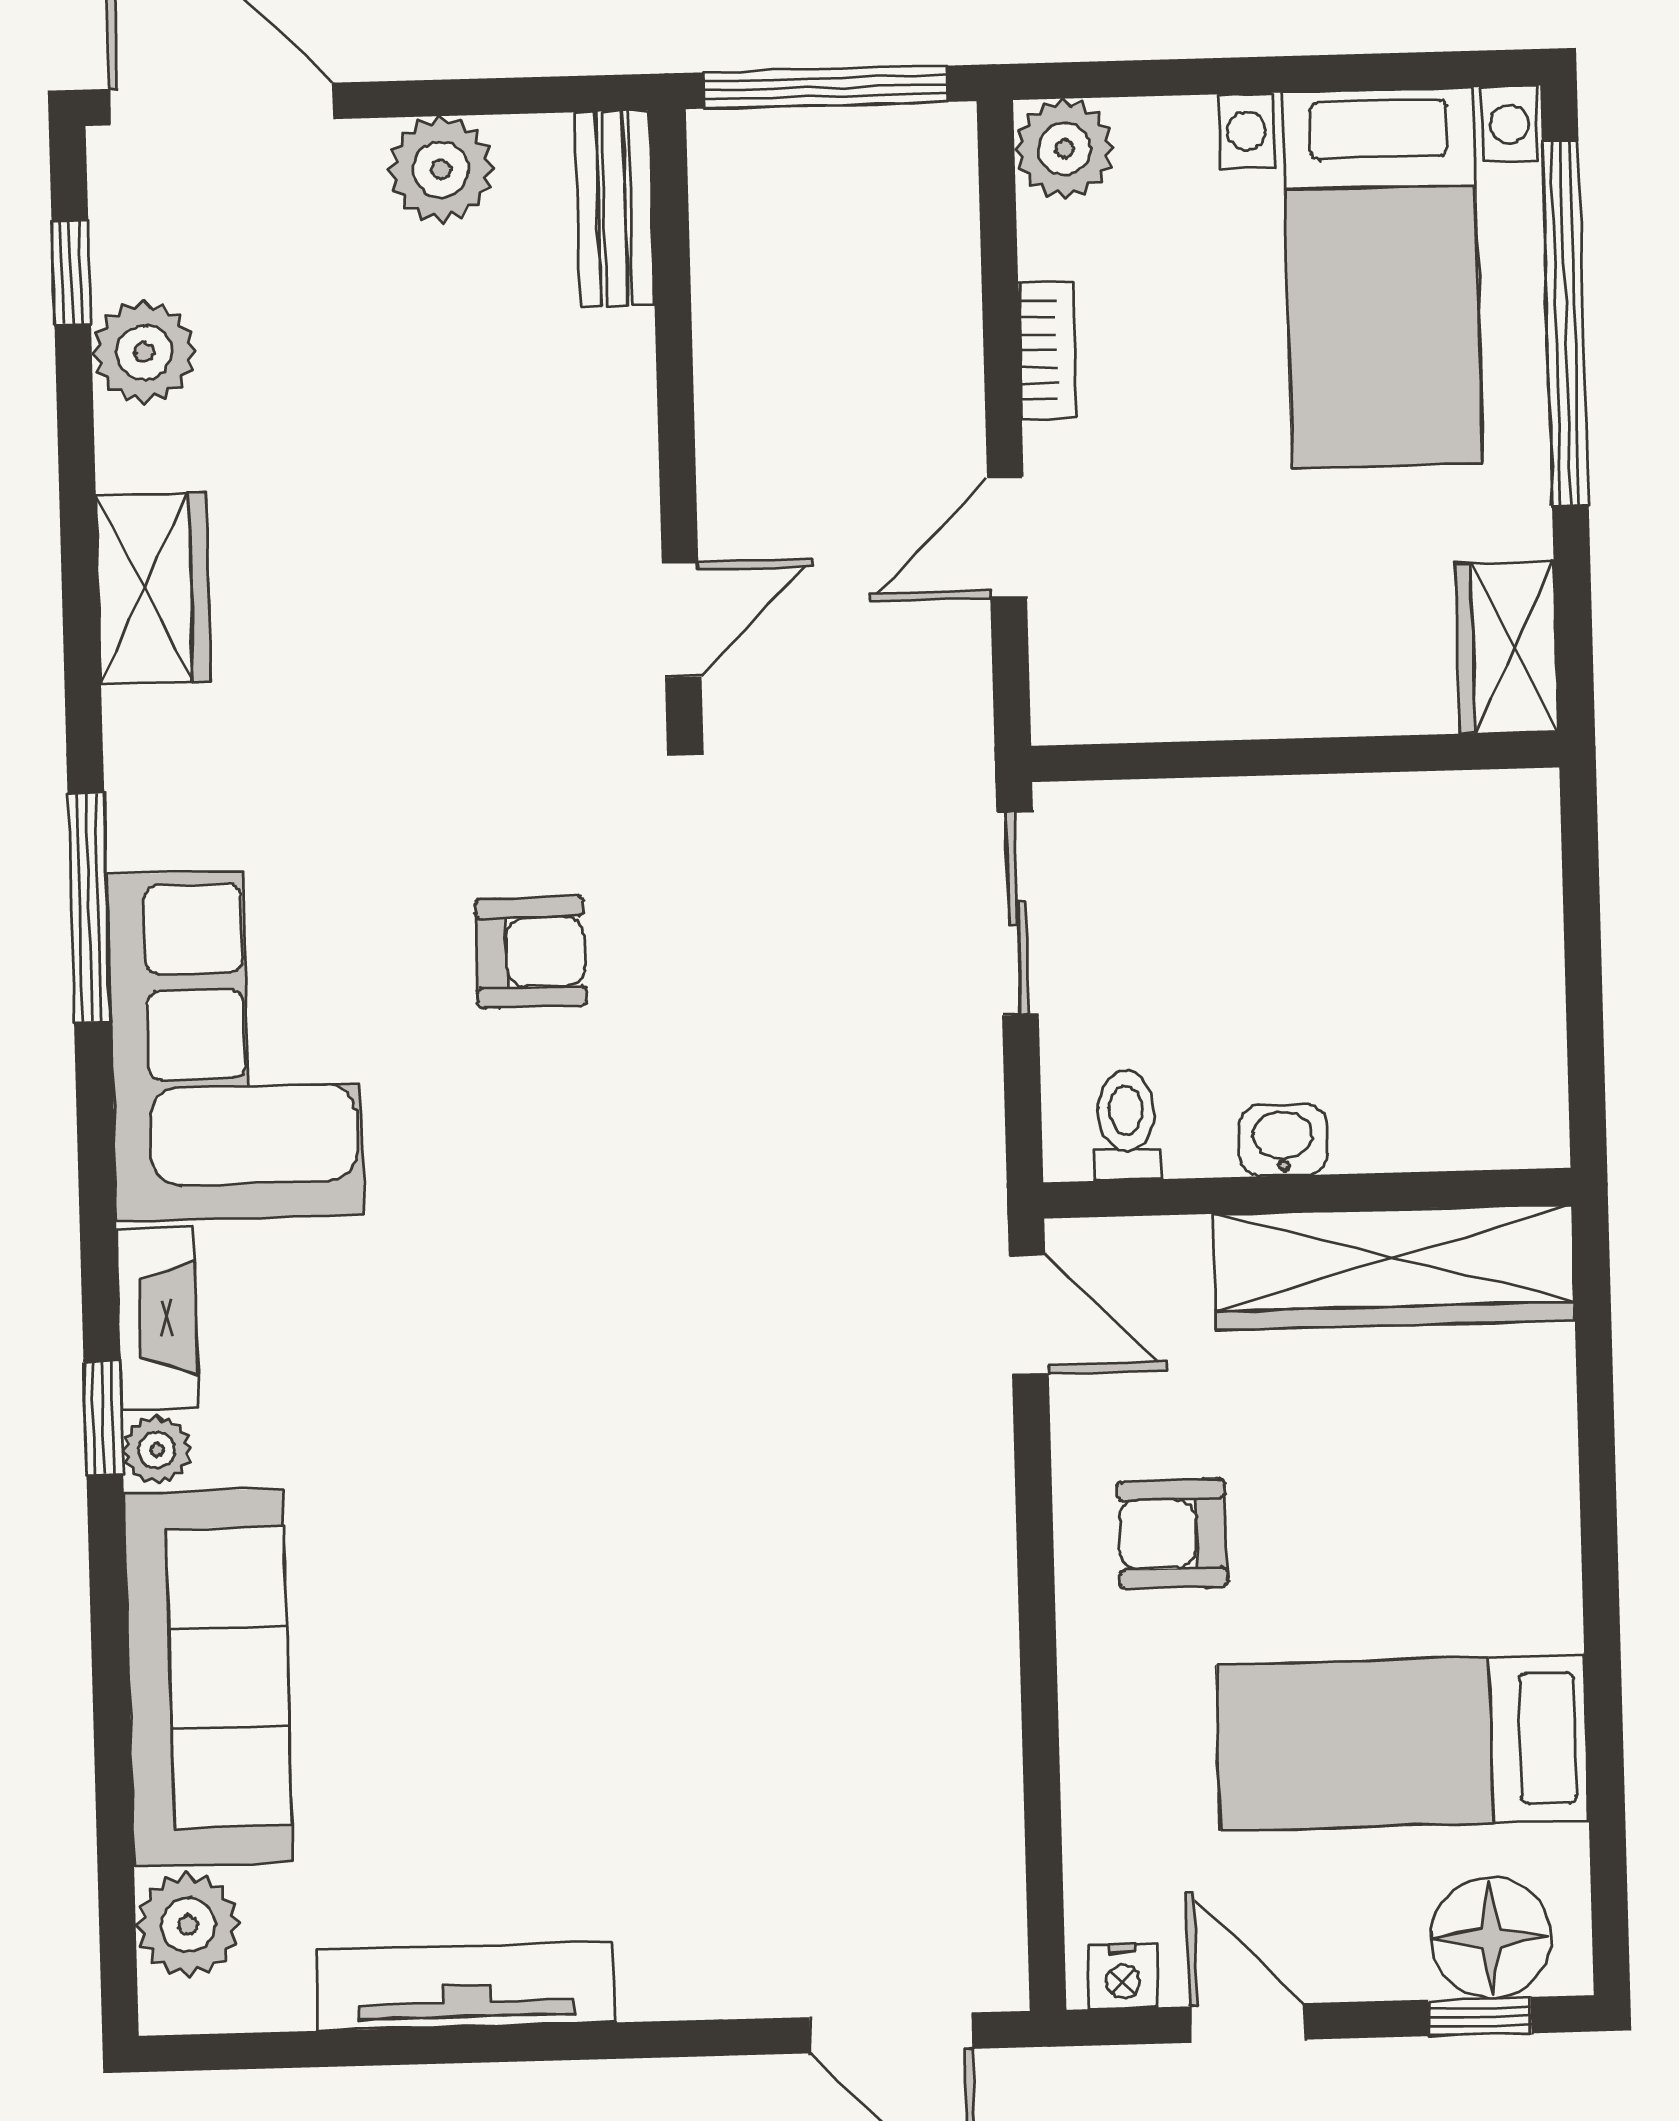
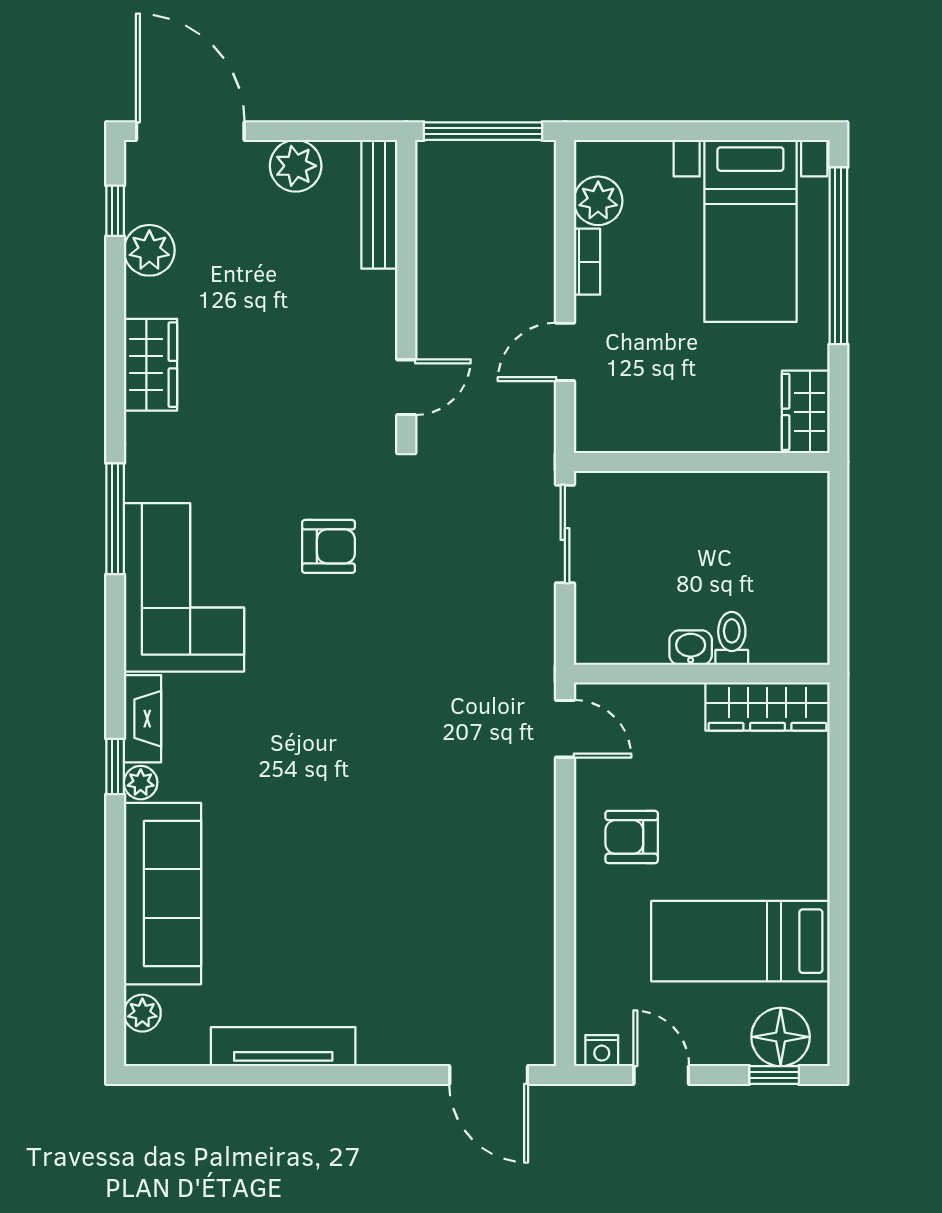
plant: (1065, 149) -> (598, 201), moved
bench: (615, 209) -> (379, 204), width x1.36
toilet: (1126, 1125) -> (732, 638), moved
wardrobe: (1394, 1267) -> (767, 706), width x0.71, depth x0.85
plant: (188, 1925) -> (142, 1013), width x0.73, depth x0.73

